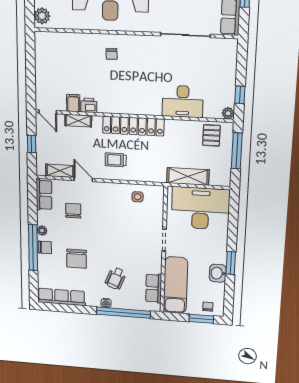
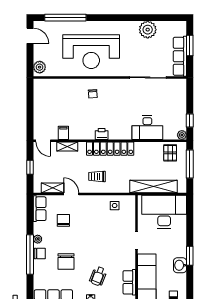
printer: (89, 105) -> (102, 134), moved
shelving: (188, 176) -> (153, 186), width x1.47

